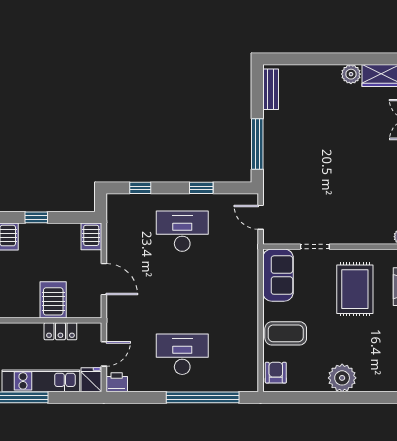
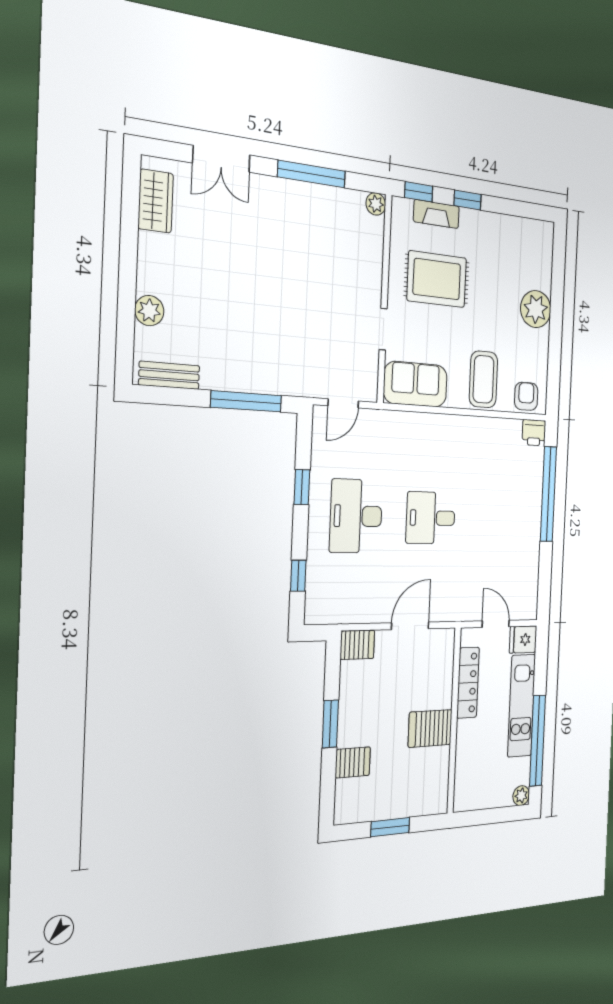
plant: (351, 74) -> (149, 311), moved
window: (36, 217) -> (330, 724), width x1.50
server rack: (53, 300) -> (430, 728), moved
locker: (60, 331) -> (468, 683), width x1.53
desk: (182, 354) -> (431, 518), moved, width x0.73
armchair: (276, 373) -> (526, 396), turned 90
printer: (117, 382) -> (534, 433), moved, turned -90

